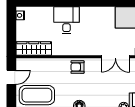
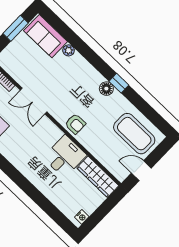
desk: (66, 20) -> (65, 156), moved, turned 180
double door: (115, 57) -> (34, 101), swing flipped

